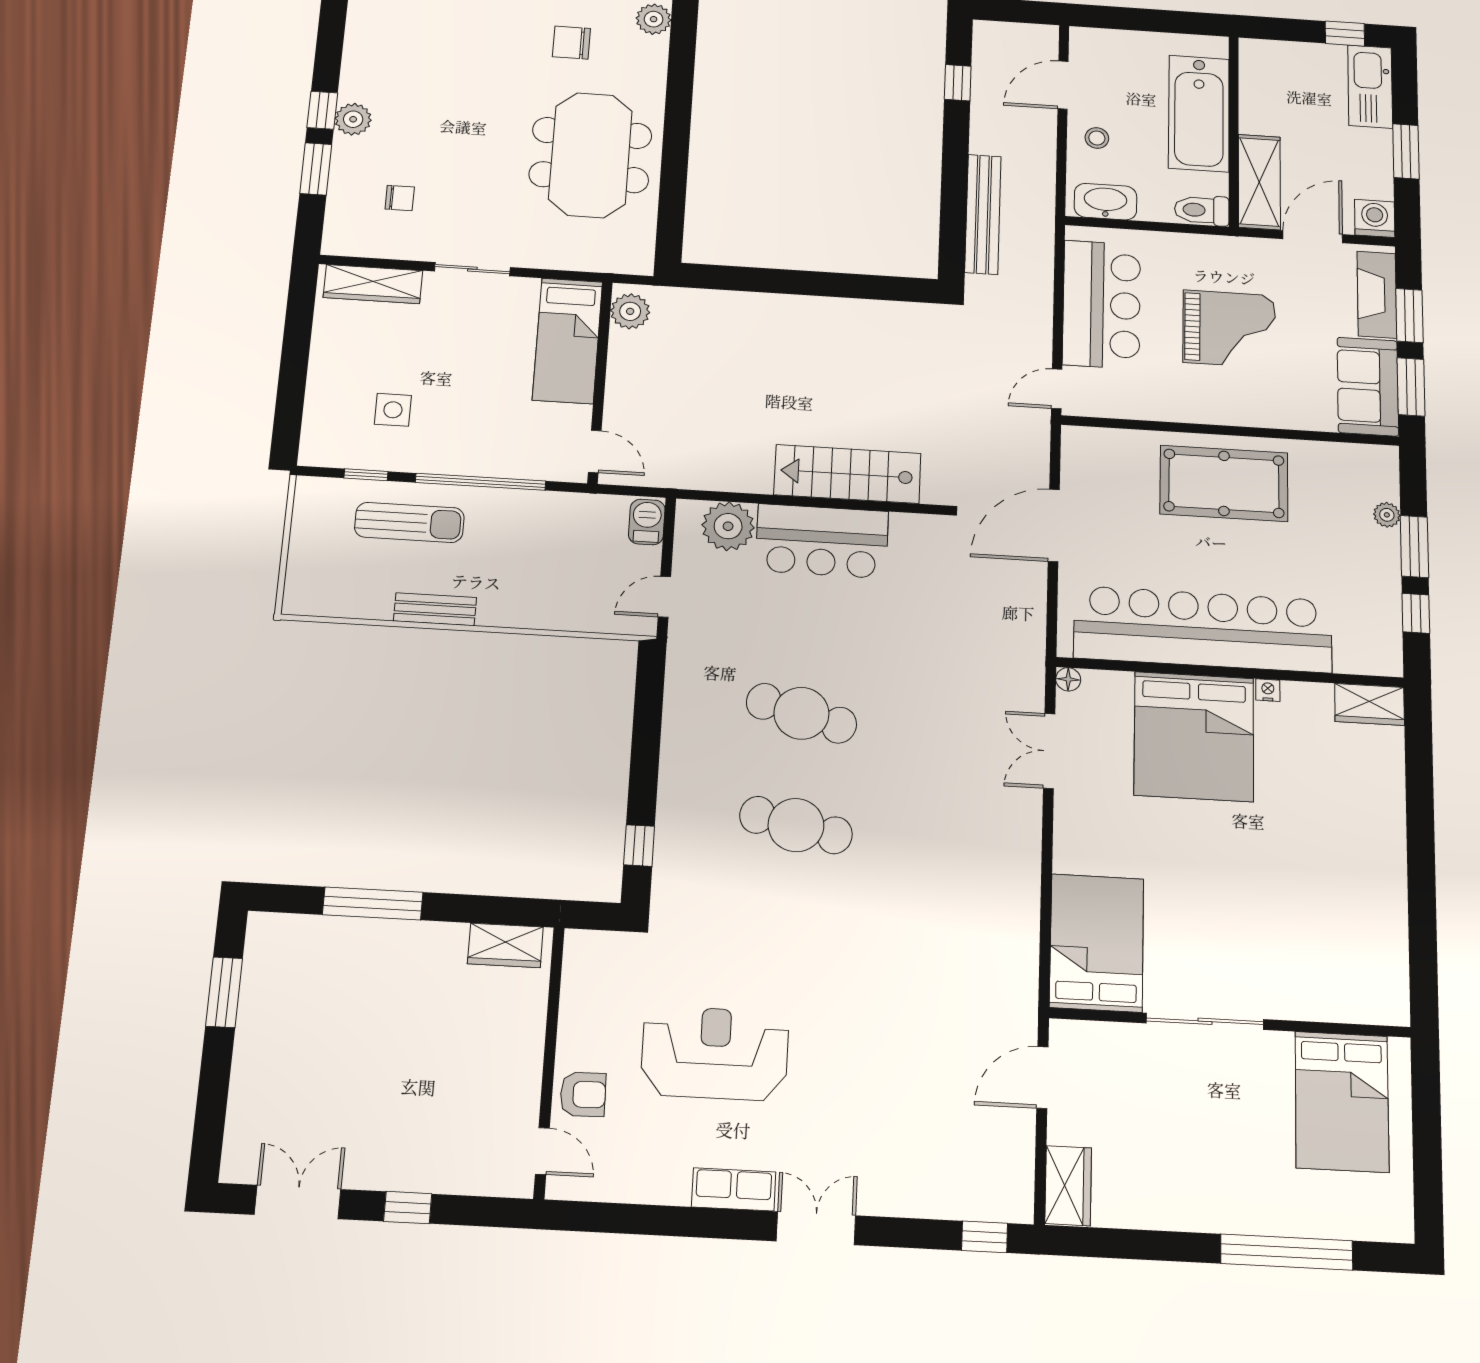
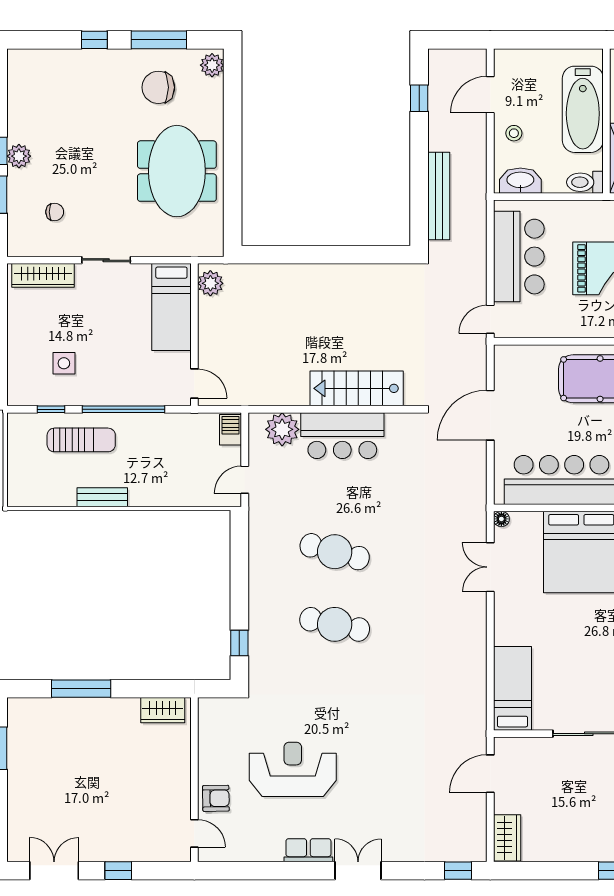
chair: (571, 43) -> (158, 87), width x1.37, depth x1.37
bed: (1097, 943) -> (512, 688), width x0.67

